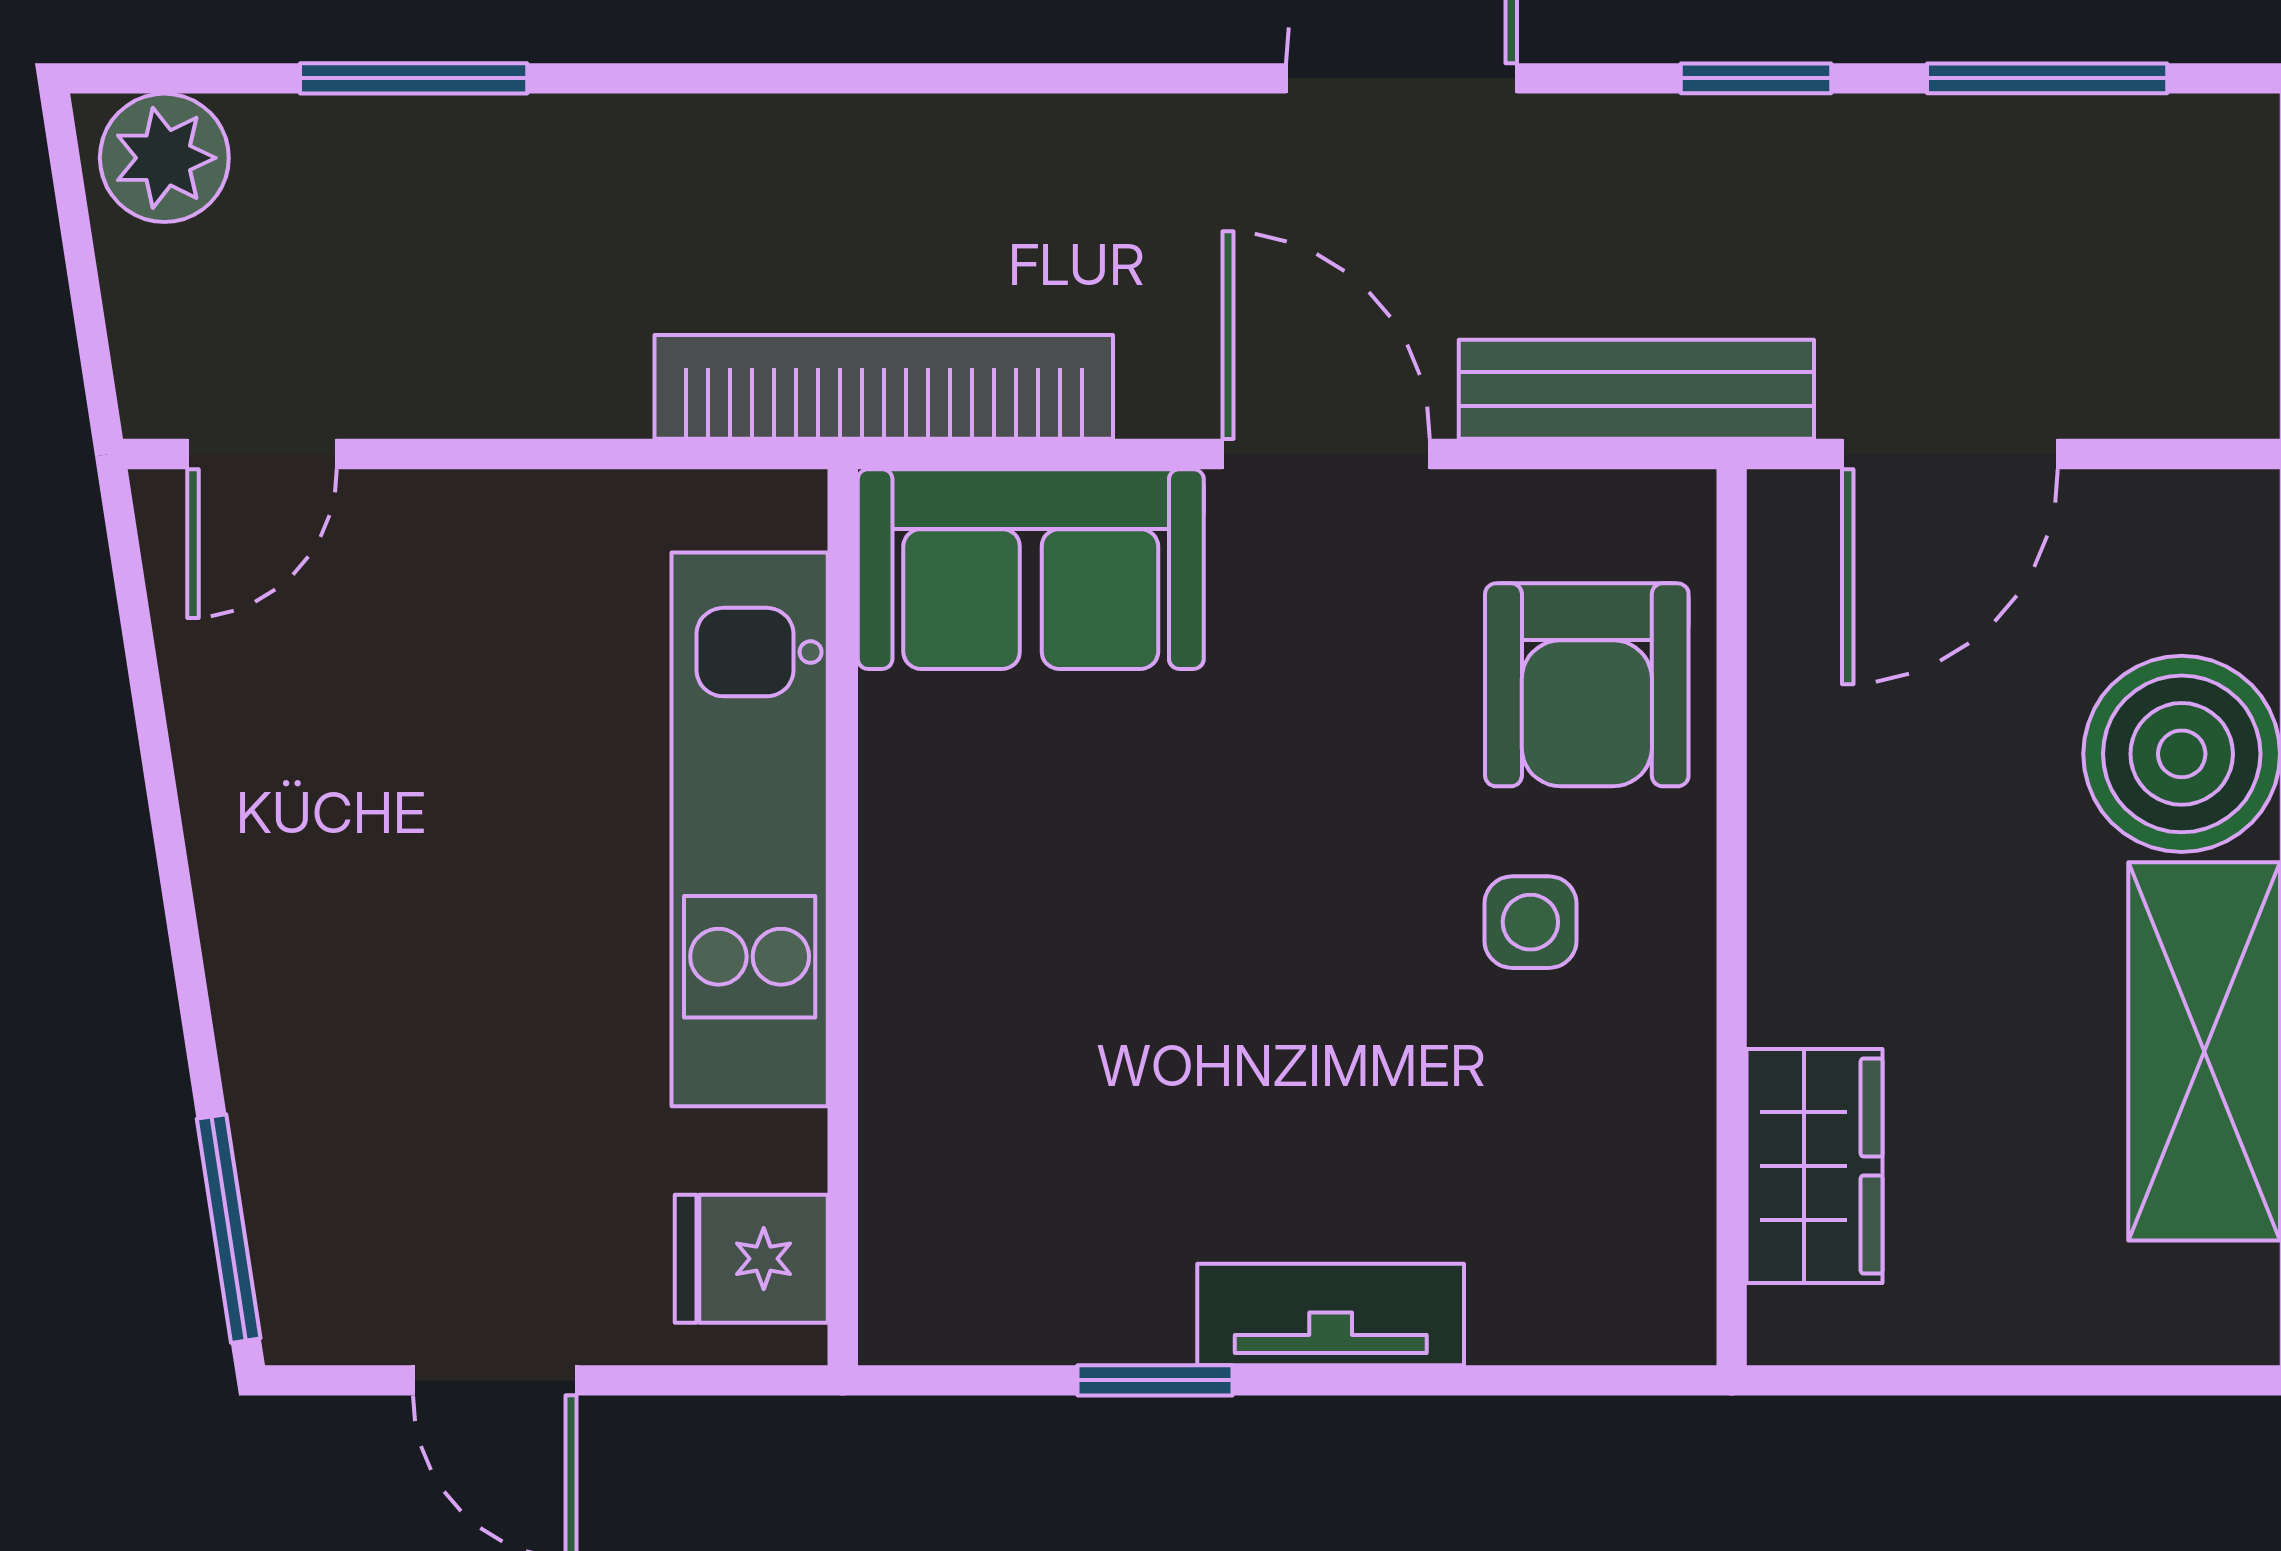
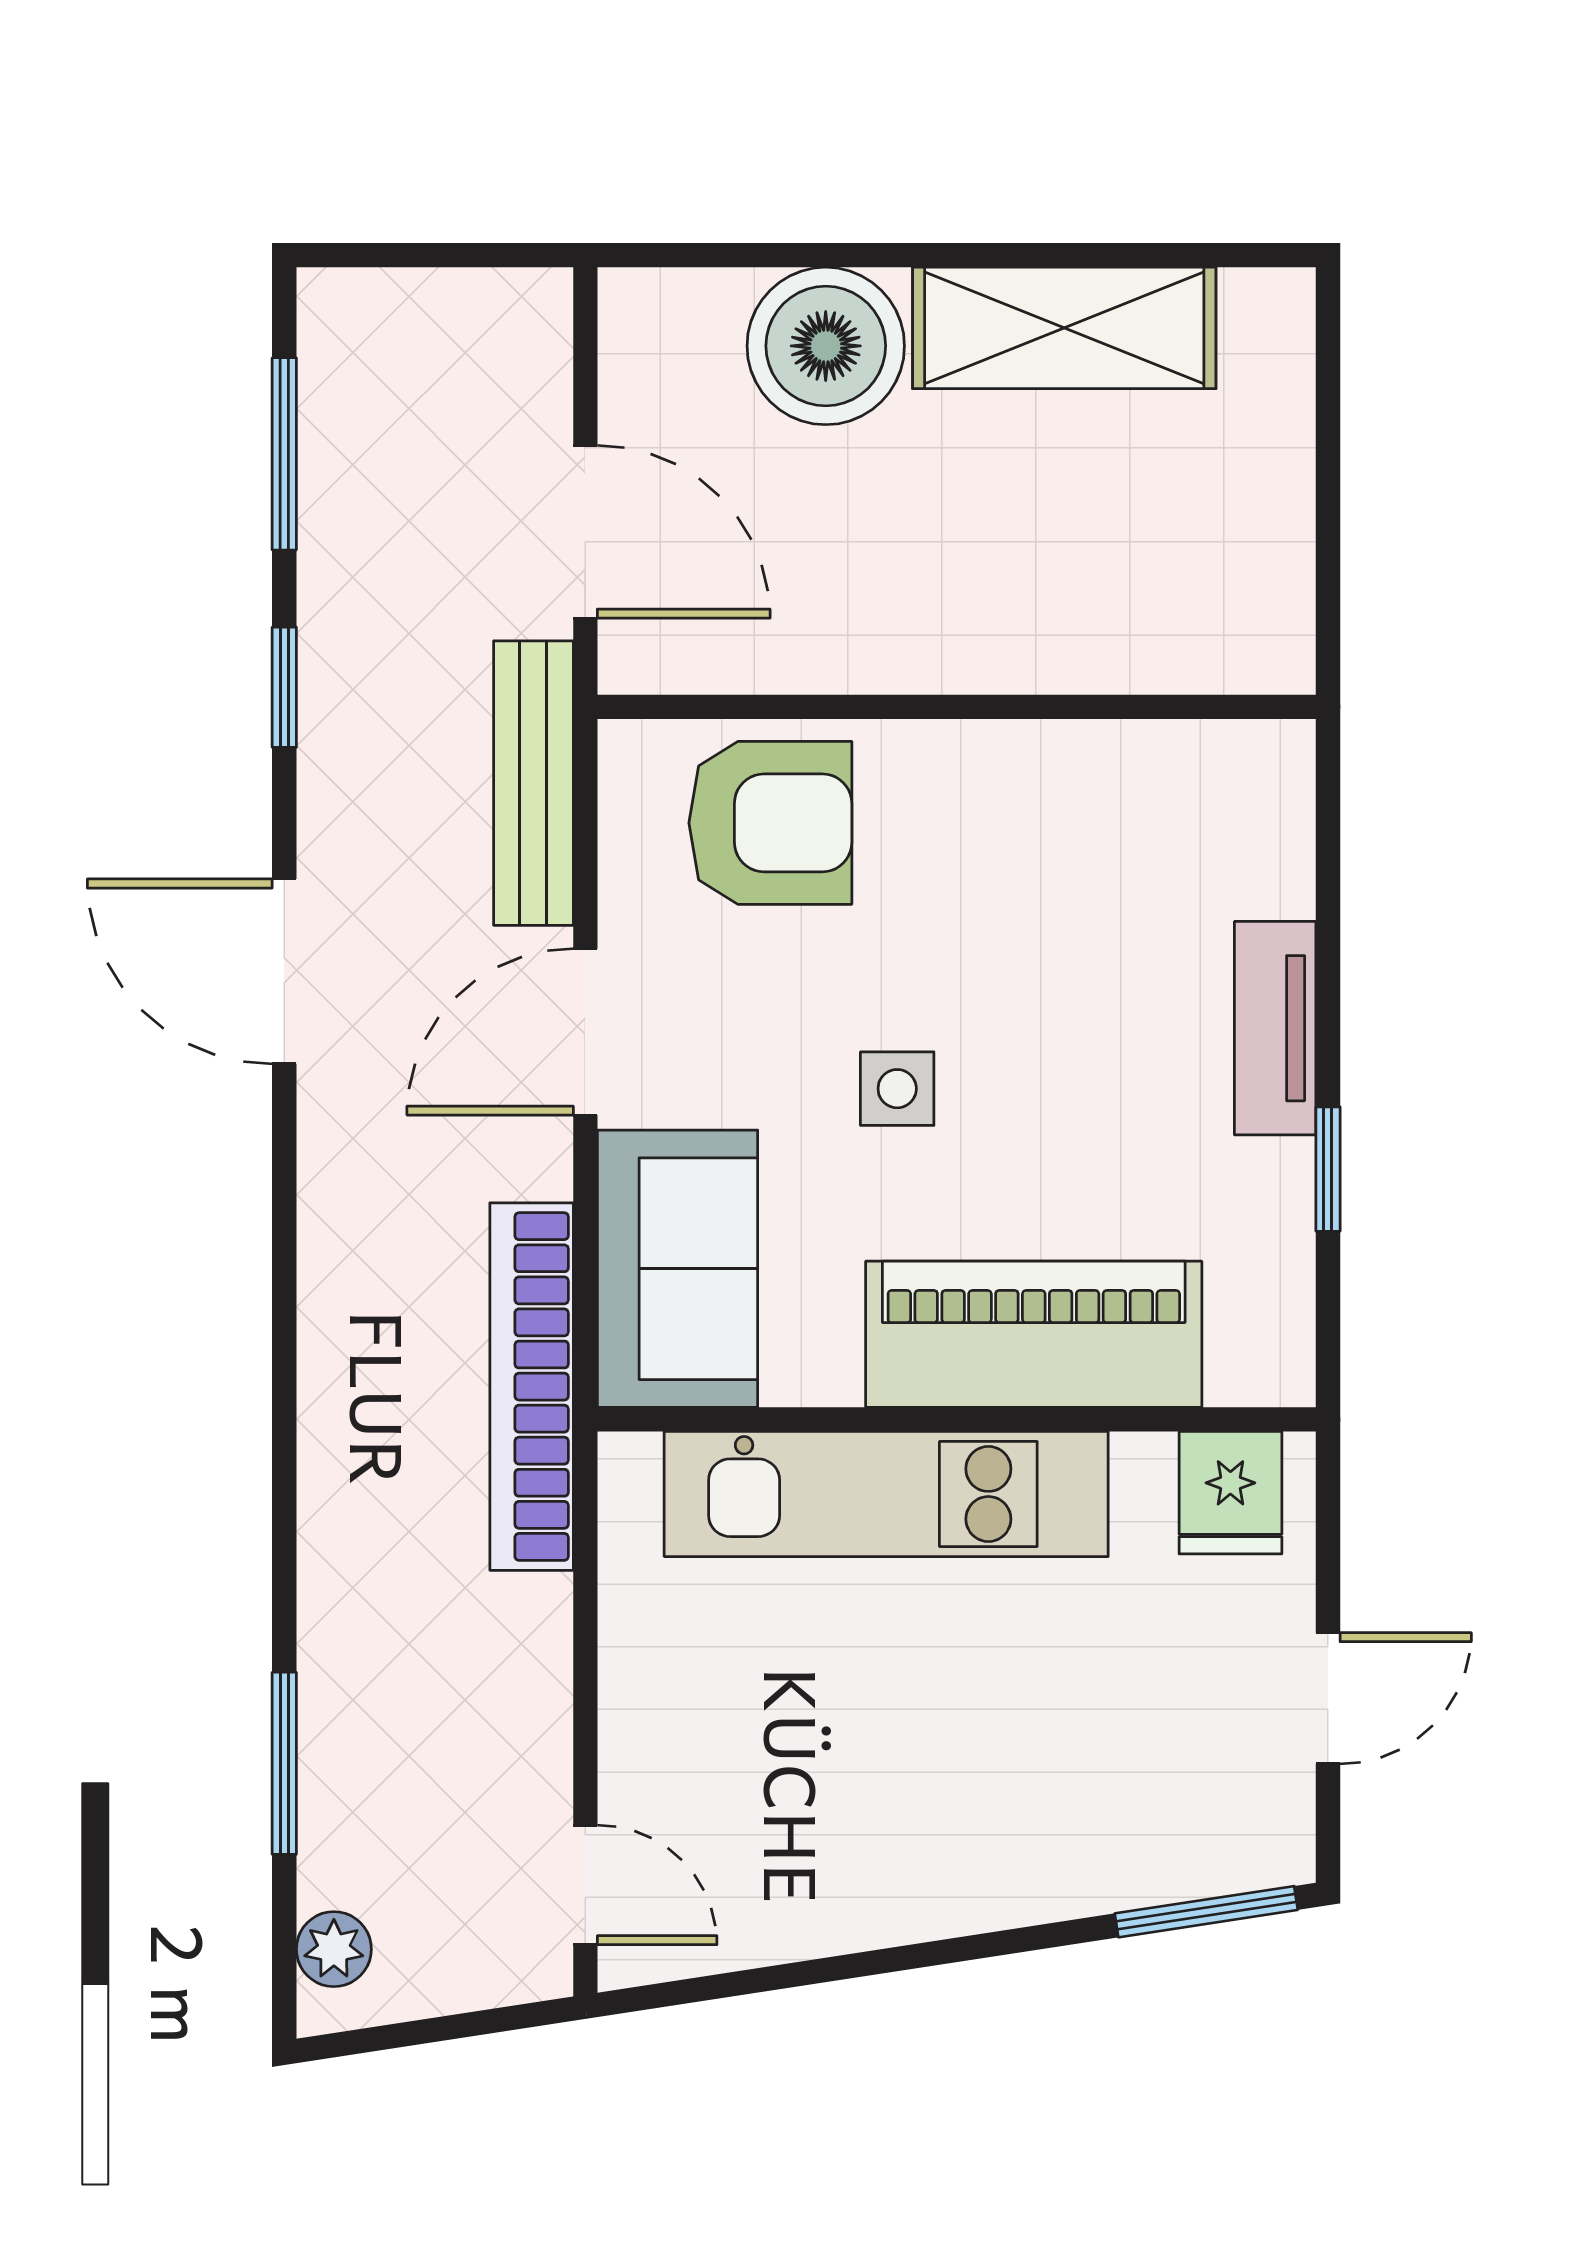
plant: (164, 158) -> (334, 1949), width x0.73, depth x0.73
side table: (1530, 922) -> (897, 1089), moved
piano: (949, 1013) -> (1034, 1334), added
wardrobe: (1815, 1166) -> (1156, 640), removed

